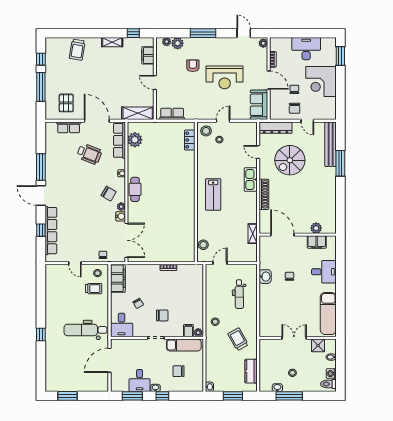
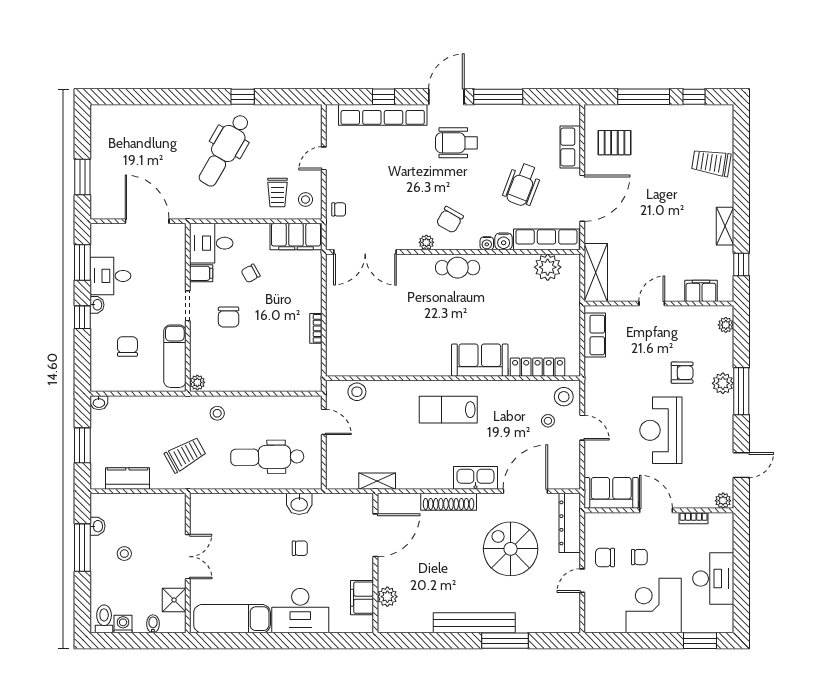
plant: (178, 43) -> (723, 383), moved
door: (269, 80) -> (656, 510), swing flipped
locker: (190, 140) -> (537, 367), width x1.53
bench: (331, 144) -> (474, 623), moved
door: (258, 152) -> (525, 491), width x1.87
sofa: (186, 177) -> (480, 360), added
wheelchair: (66, 190) -> (457, 143), added
water cooler: (121, 216) -> (504, 241), moved
desk: (324, 272) -> (300, 611), width x1.37
dental chair: (239, 294) -> (267, 457), width x1.36, depth x1.38
dental chair: (85, 330) -> (224, 150), moved, turned -150
filing cabinet: (188, 331) -> (201, 273), moved
window: (41, 335) -> (243, 97), moved
window: (67, 396) -> (82, 177), moved

